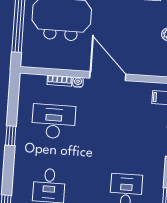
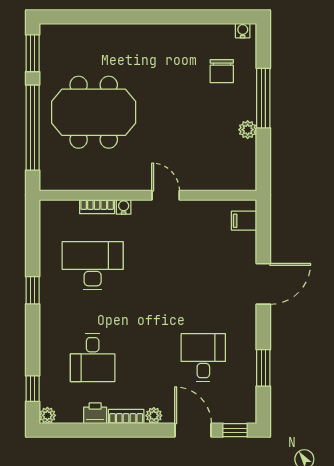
door: (108, 76) -> (166, 195), width x0.53

